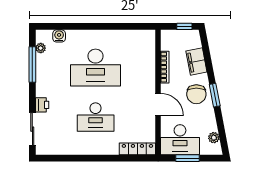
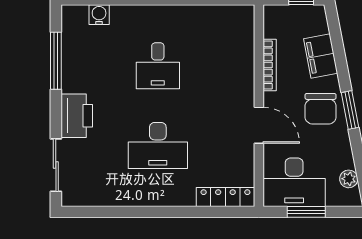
plant: (41, 48) -> (69, 34), removed
desk: (96, 68) -> (158, 66), width x0.53, depth x0.77
printer: (42, 105) -> (77, 116), width x1.87, depth x1.48

